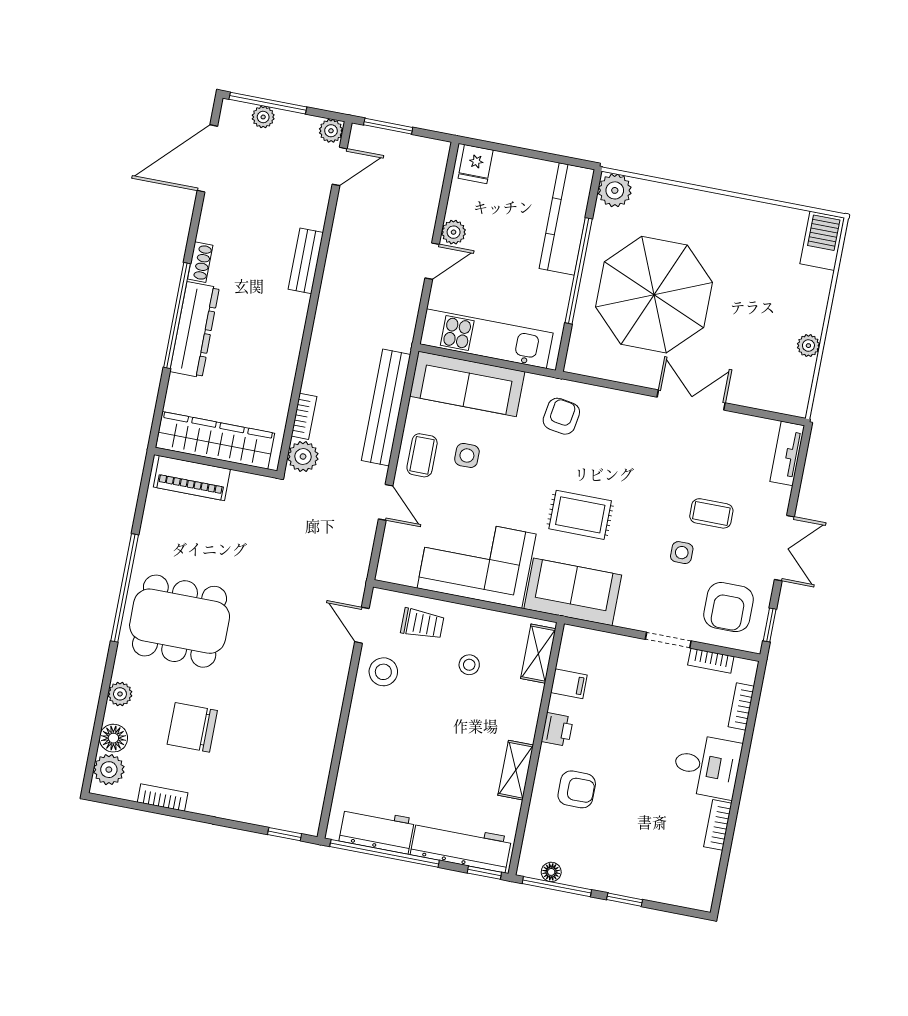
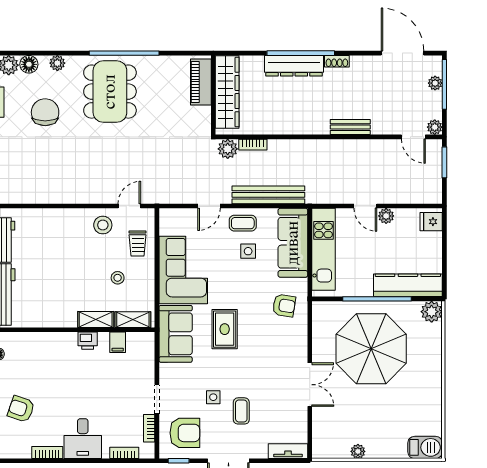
armchair: (728, 607) -> (185, 433), turned 180
shelving: (516, 770) -> (96, 320), moved
armchair: (577, 789) -> (21, 409), moved, turned 109

